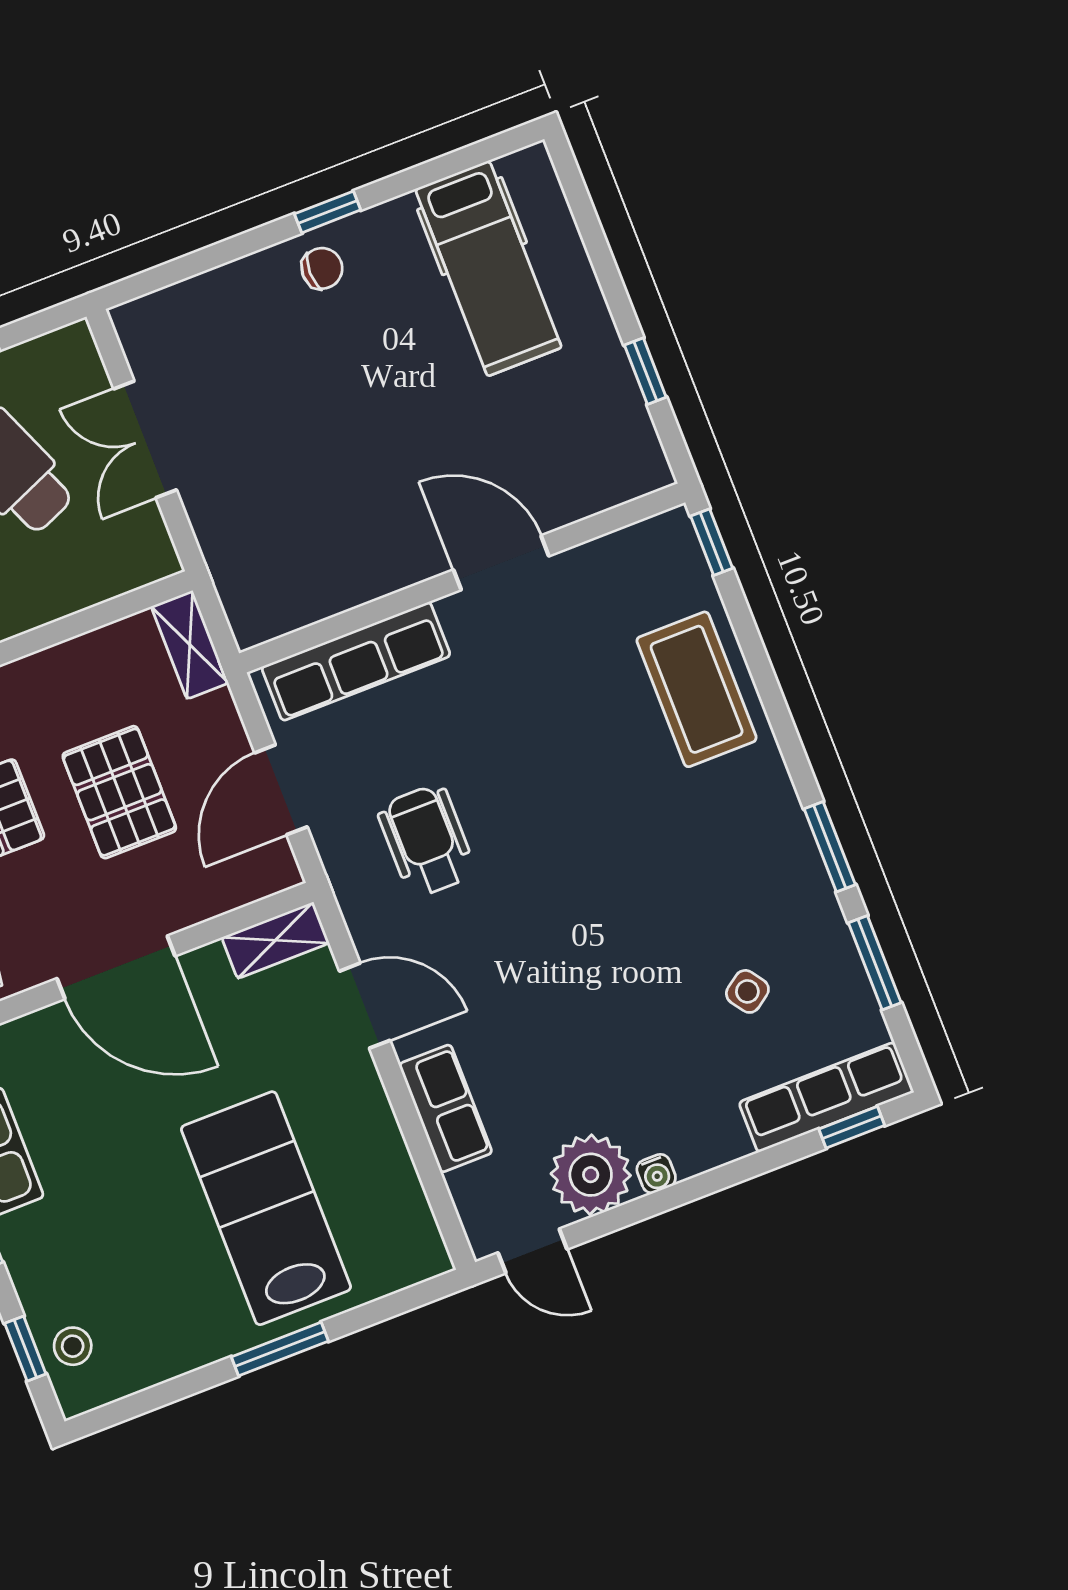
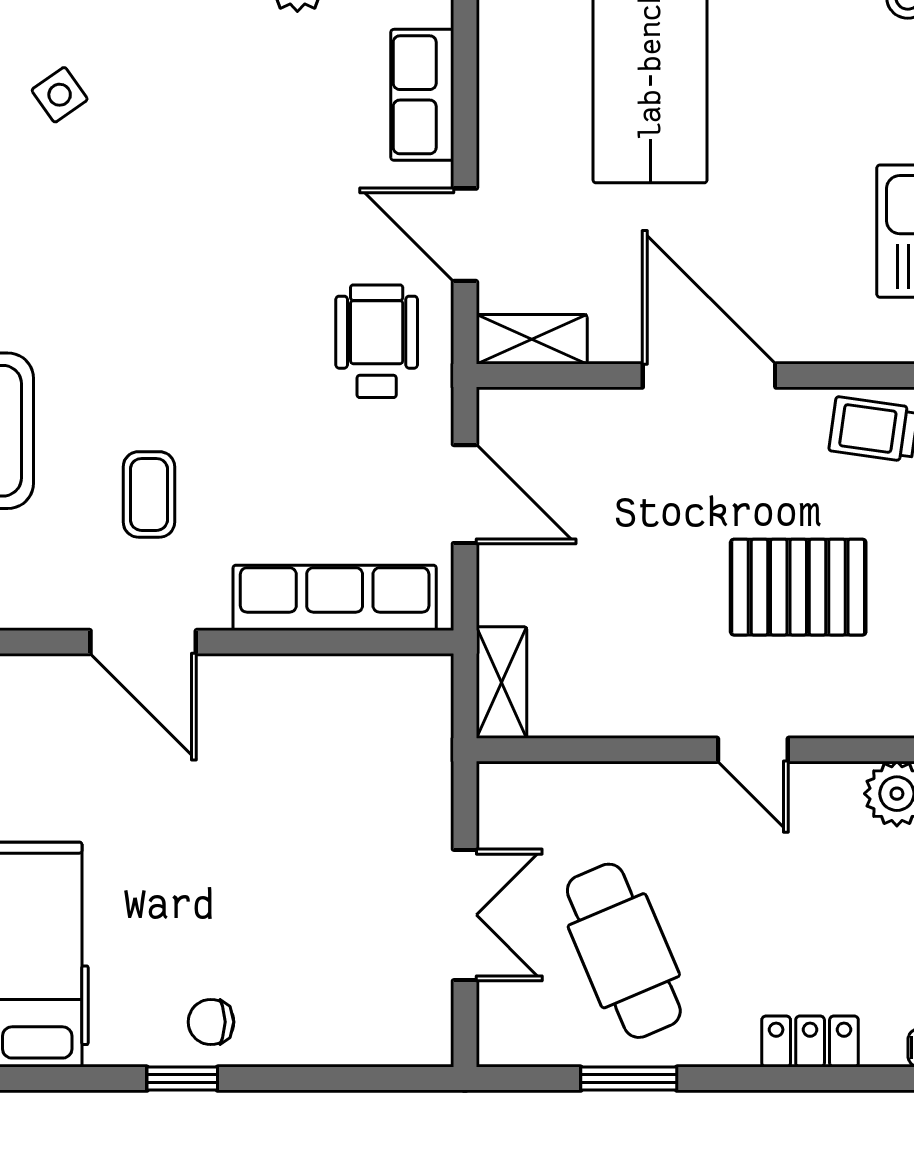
coffee table: (544, 687) -> (149, 494), added
door: (281, 790) -> (465, 494), hinge flipped
pallet: (119, 792) -> (635, 557), removed
wheelchair: (427, 841) -> (377, 341), moved, turned 180

